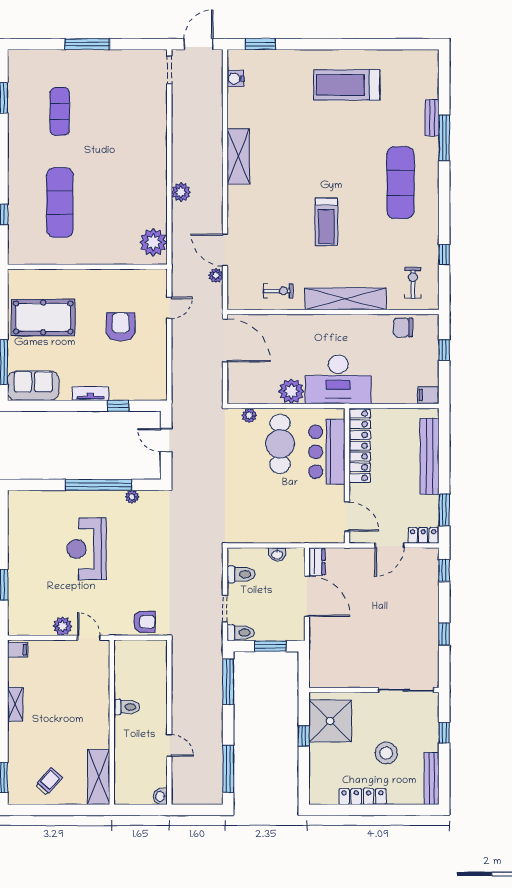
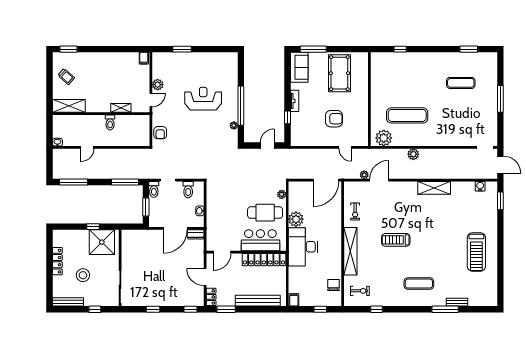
treadmill: (347, 85) -> (476, 252), turned 180
exercise mat: (400, 183) -> (419, 284), width x0.73, depth x0.69
exercise mat: (60, 203) -> (407, 115), moved
shelving: (15, 704) -> (121, 108), moved

